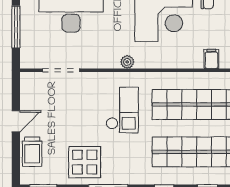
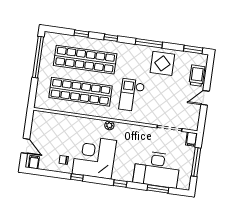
filing cabinet: (211, 59) -> (191, 139), moved
plant: (127, 62) -> (109, 125), moved

